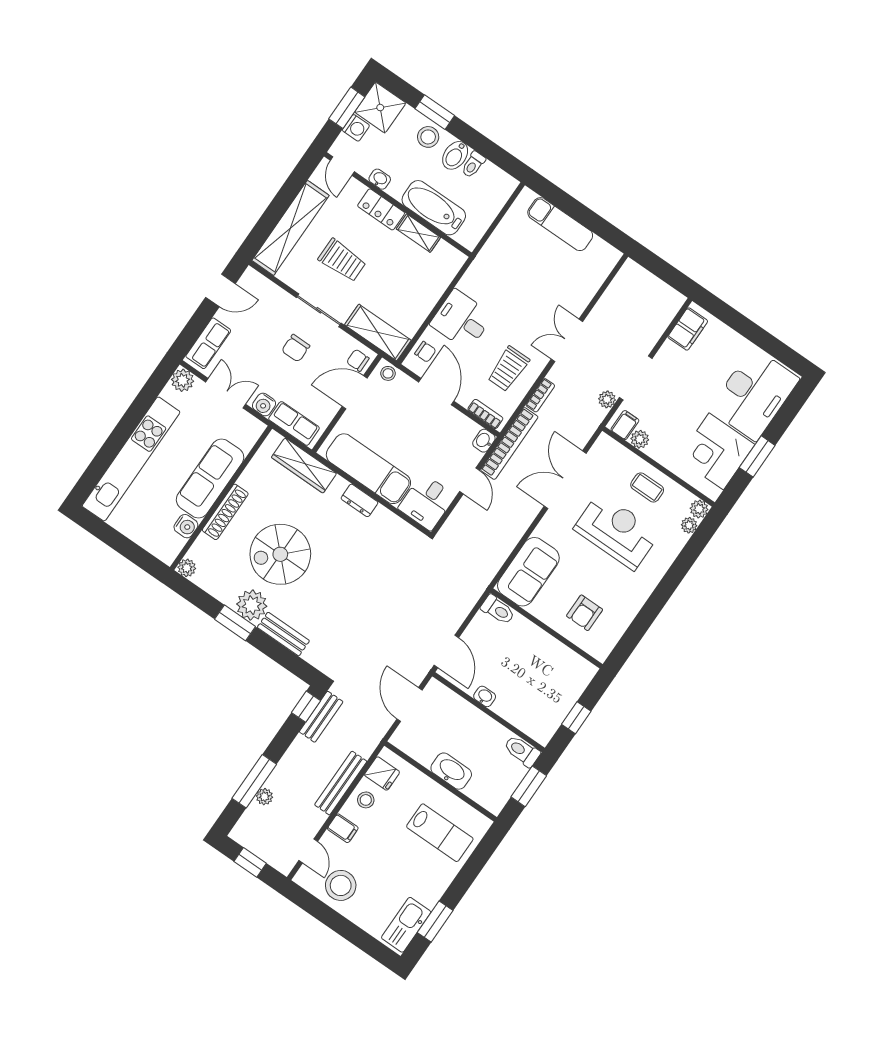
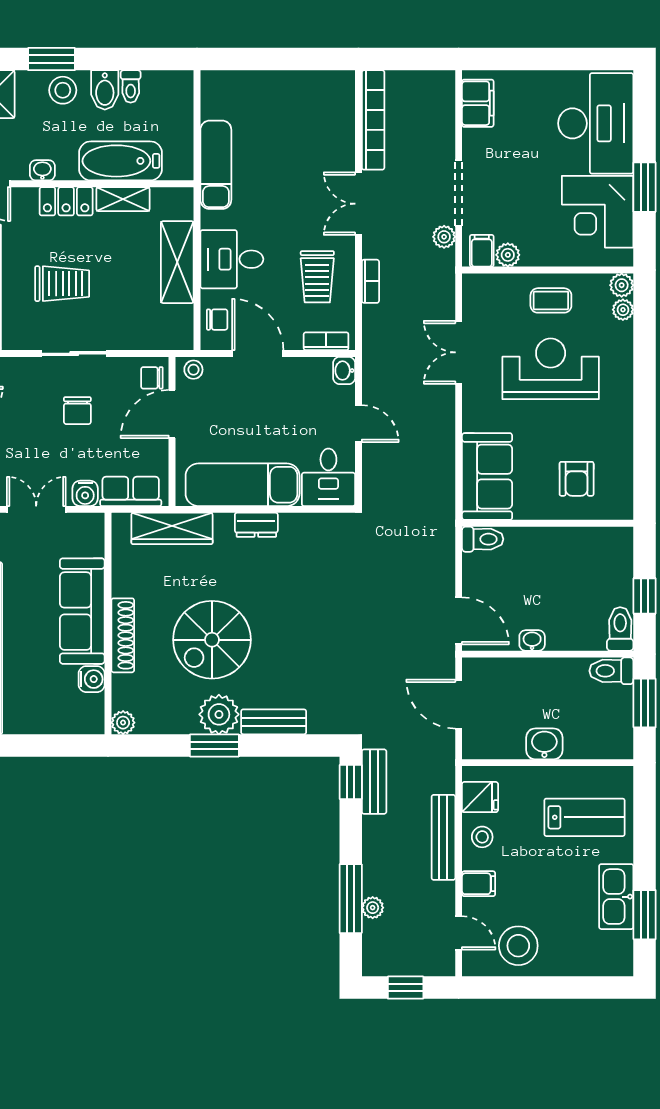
exam couch: (560, 224) -> (216, 165), moved, turned -90
shelving: (378, 333) -> (177, 262), moved, turned 90
bookcase: (509, 443) -> (373, 120), moved
double door: (565, 480) -> (459, 352), width x0.73
toilet: (546, 728) -> (620, 629), added
washbasin: (451, 771) -> (544, 744), width x0.72
kitchen sink: (406, 925) -> (616, 897), moved

